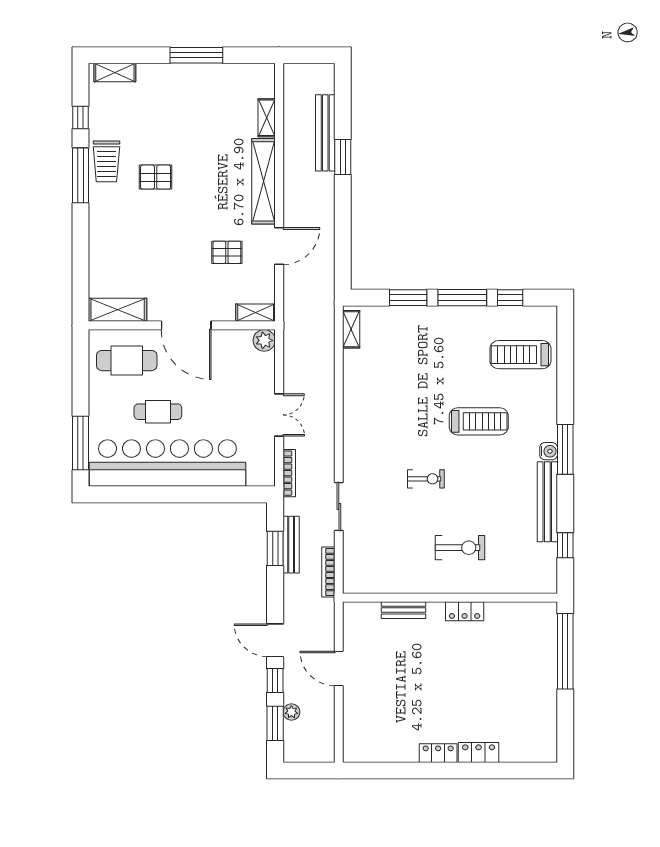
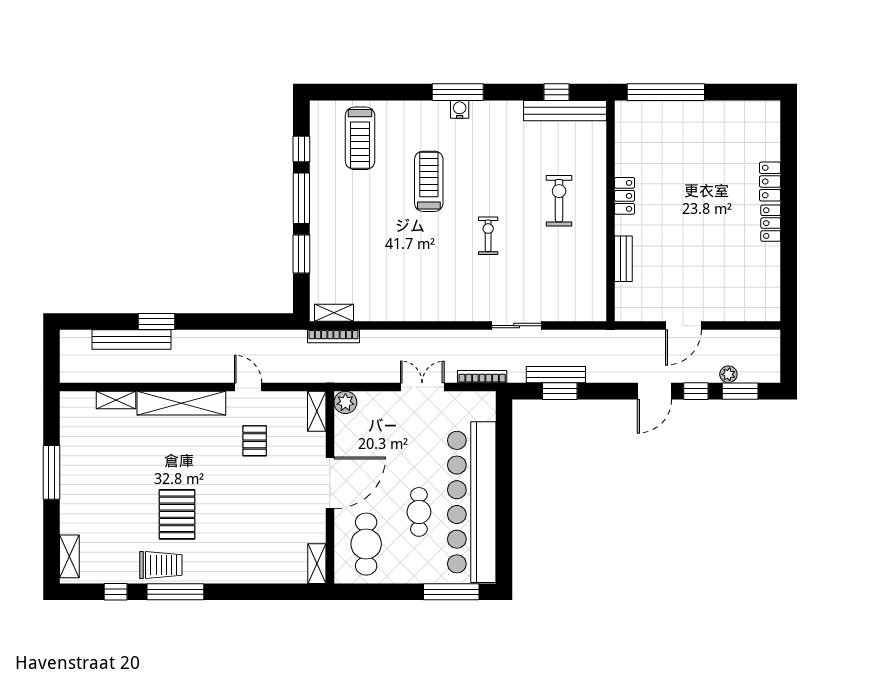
pallet: (156, 177) -> (177, 514), width x1.50, depth x1.42
door: (279, 246) -> (248, 387), width x0.73
shelving: (118, 310) -> (317, 564), width x0.67, depth x0.75
bench: (547, 502) -> (565, 111), moved
bookcase: (328, 572) -> (333, 336), moved

